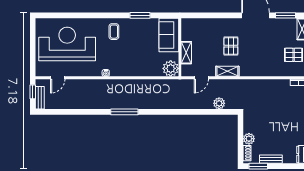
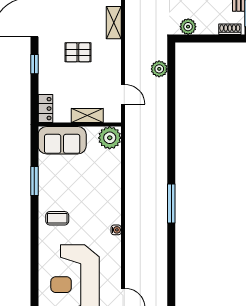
window: (222, 15) -> (34, 64), added
locker: (191, 23) -> (45, 109), added
shelving: (227, 71) -> (114, 23), moved
plant: (249, 139) -> (188, 27), moved

